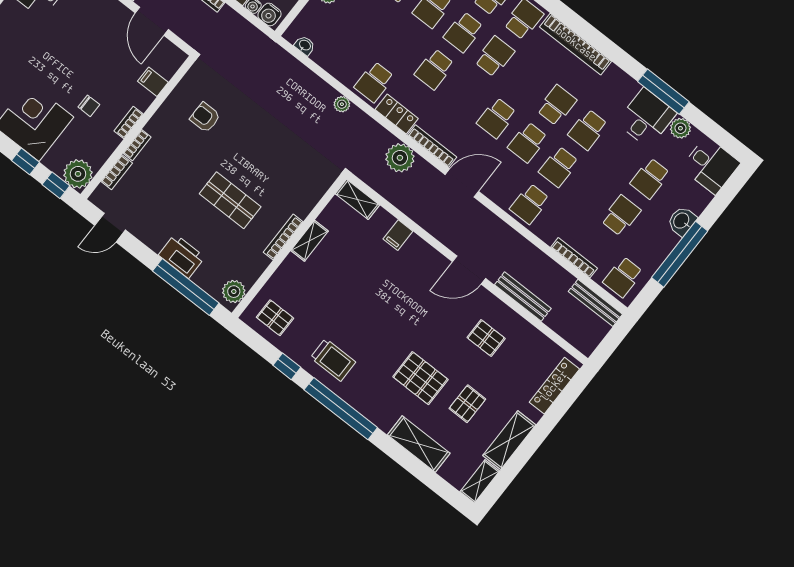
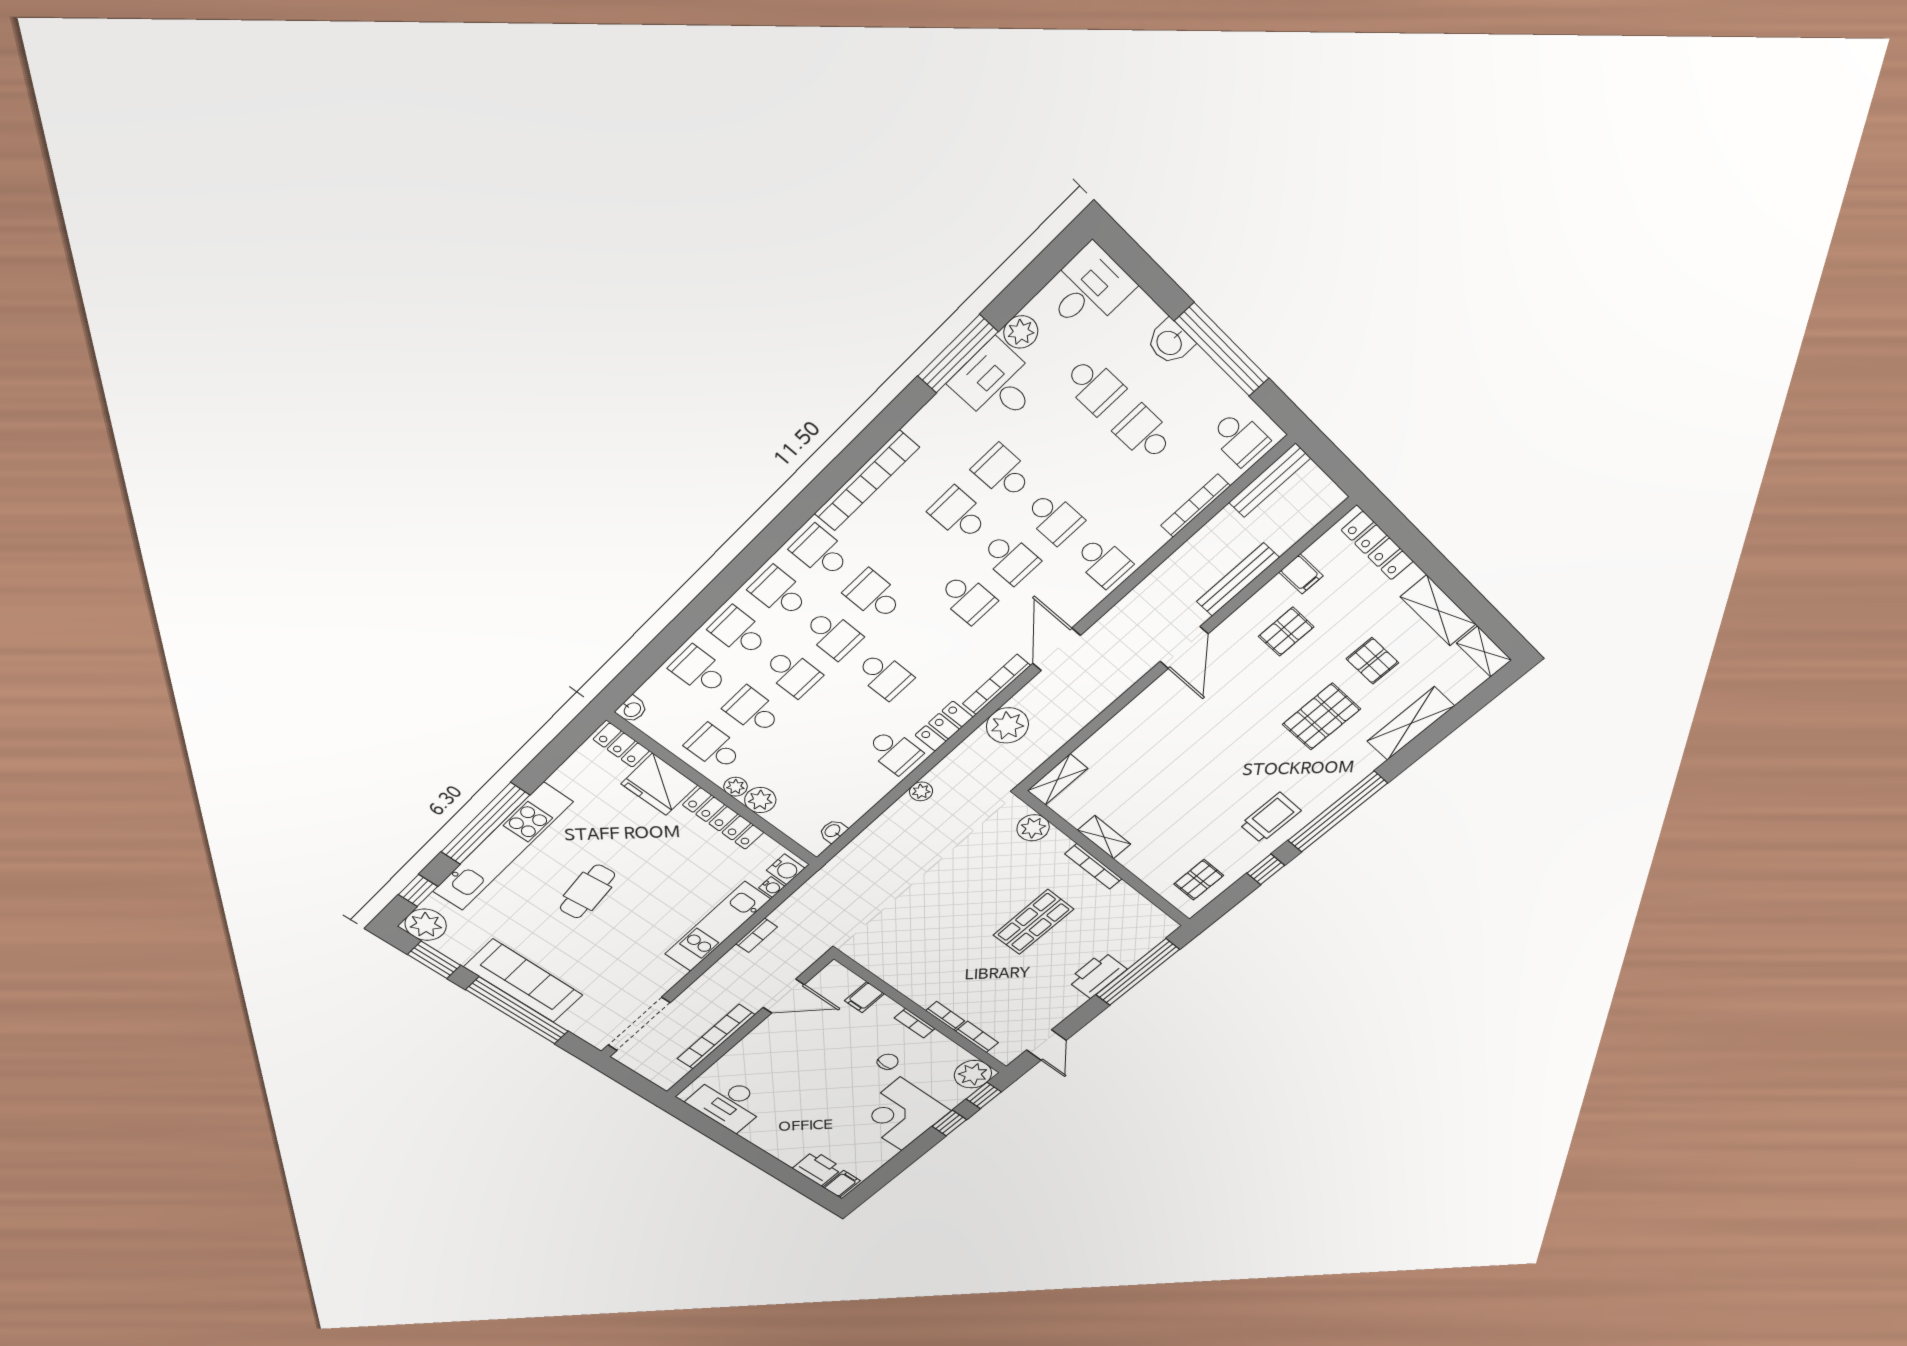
armchair: (205, 117) -> (919, 945), removed
school desk: (588, 130) -> (1003, 472), turned 180
filing cabinet: (398, 235) -> (1301, 574), moved
plant: (234, 292) -> (1033, 828), moved

